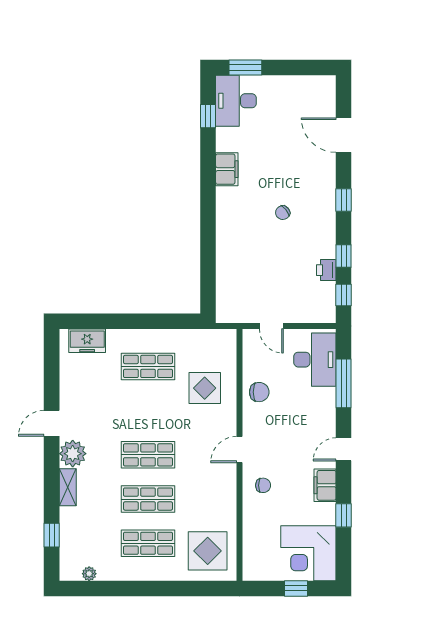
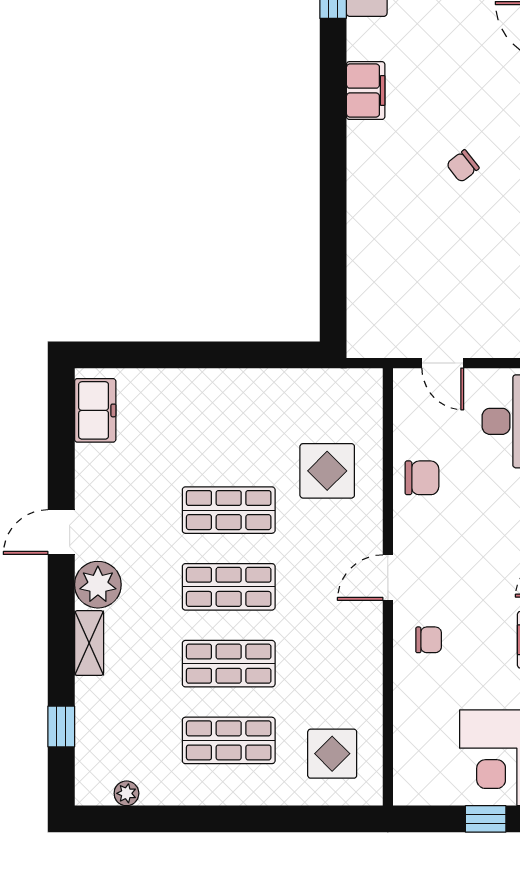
freezer: (87, 341) -> (95, 410), moved, turned -90
shop shelf: (148, 366) -> (229, 510), moved
display table: (208, 551) -> (332, 754), width x0.73, depth x0.73

